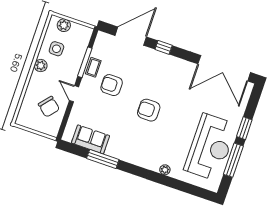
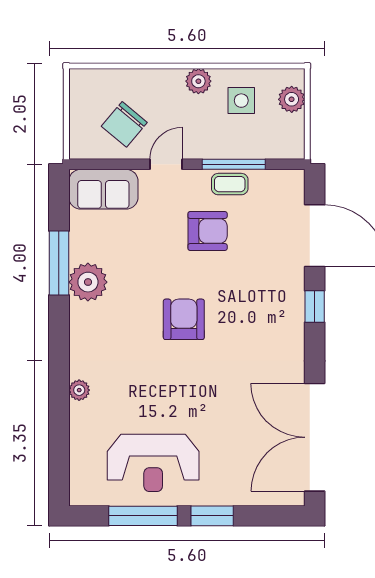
armchair: (112, 85) -> (208, 231), turned 90
sofa: (91, 139) -> (103, 189), moved, turned 90
reception desk: (210, 147) -> (153, 463), width x0.74, depth x0.77
plant: (116, 149) -> (88, 282), added

